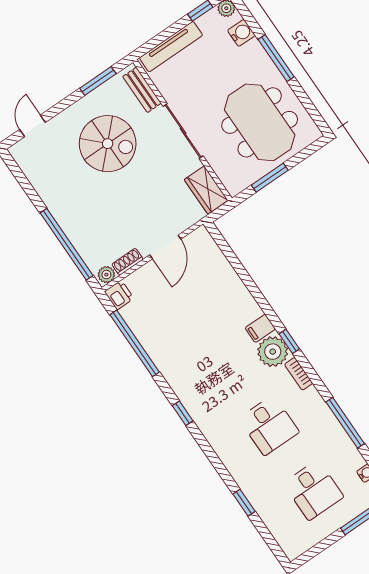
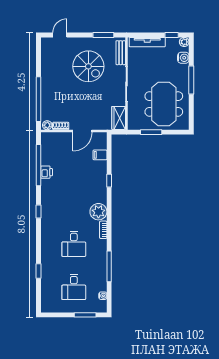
printer: (119, 295) -> (47, 172), moved
filing cabinet: (260, 328) -> (100, 155), moved
window: (289, 341) -> (109, 181), moved

